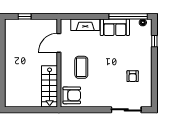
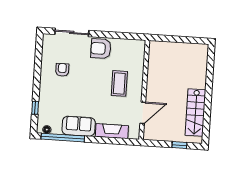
stairs: (50, 86) -> (195, 113), moved, turned 180
armchair: (72, 95) -> (101, 49), moved

